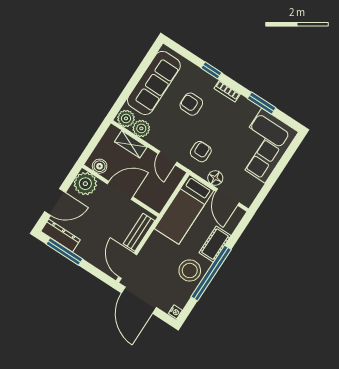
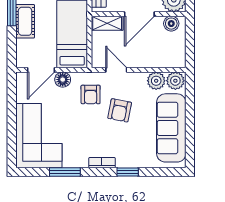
armchair: (191, 104) -> (120, 110), moved, turned 101
shelving: (131, 144) -> (107, 23), moved
door: (228, 197) -> (41, 70), swing flipped

